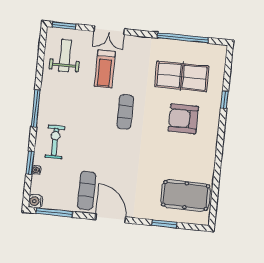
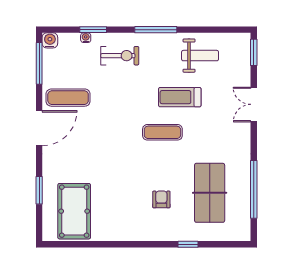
weight bench: (65, 56) -> (200, 56), moved
treadmill: (105, 69) -> (180, 97), moved
armchair: (183, 119) -> (161, 199), width x0.53, depth x0.53

